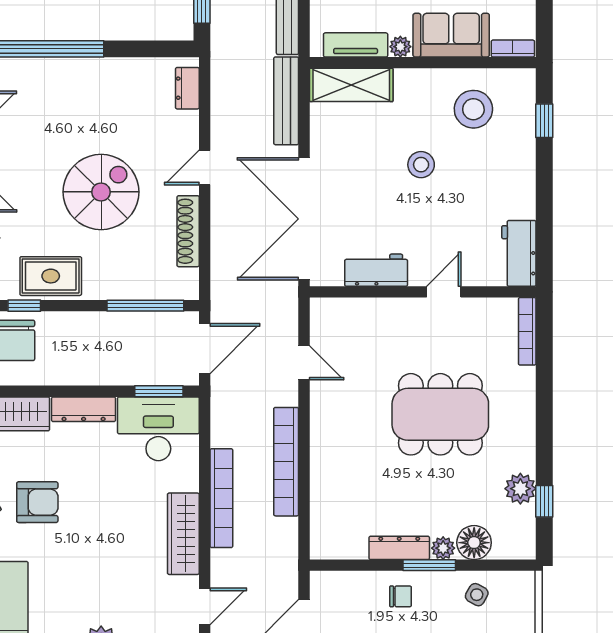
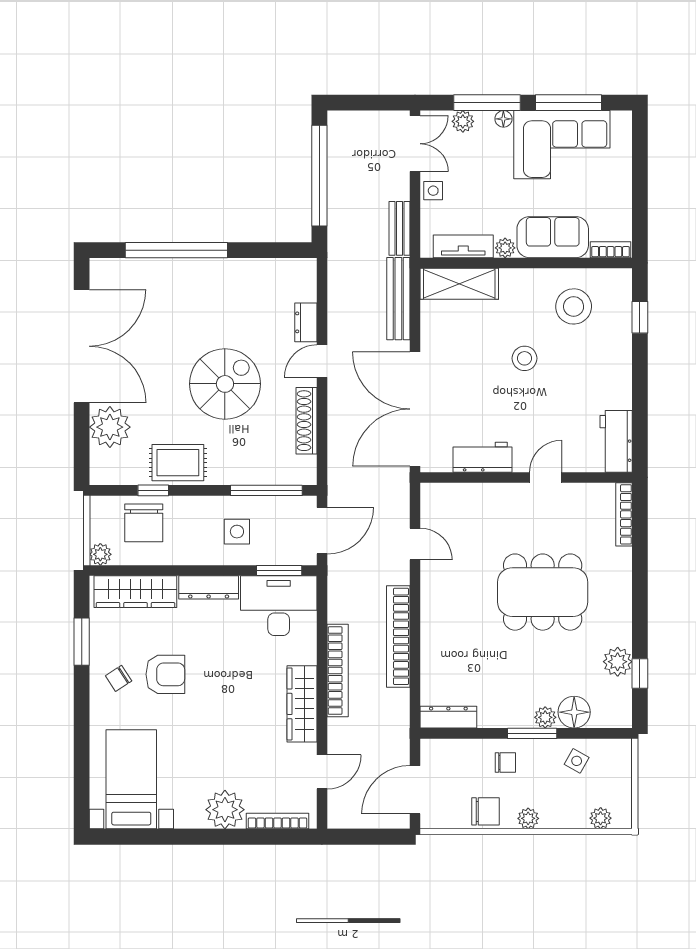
dresser: (187, 88) -> (306, 322), moved
side table: (114, 350) -> (237, 532), added
dresser: (399, 548) -> (448, 717), moved

